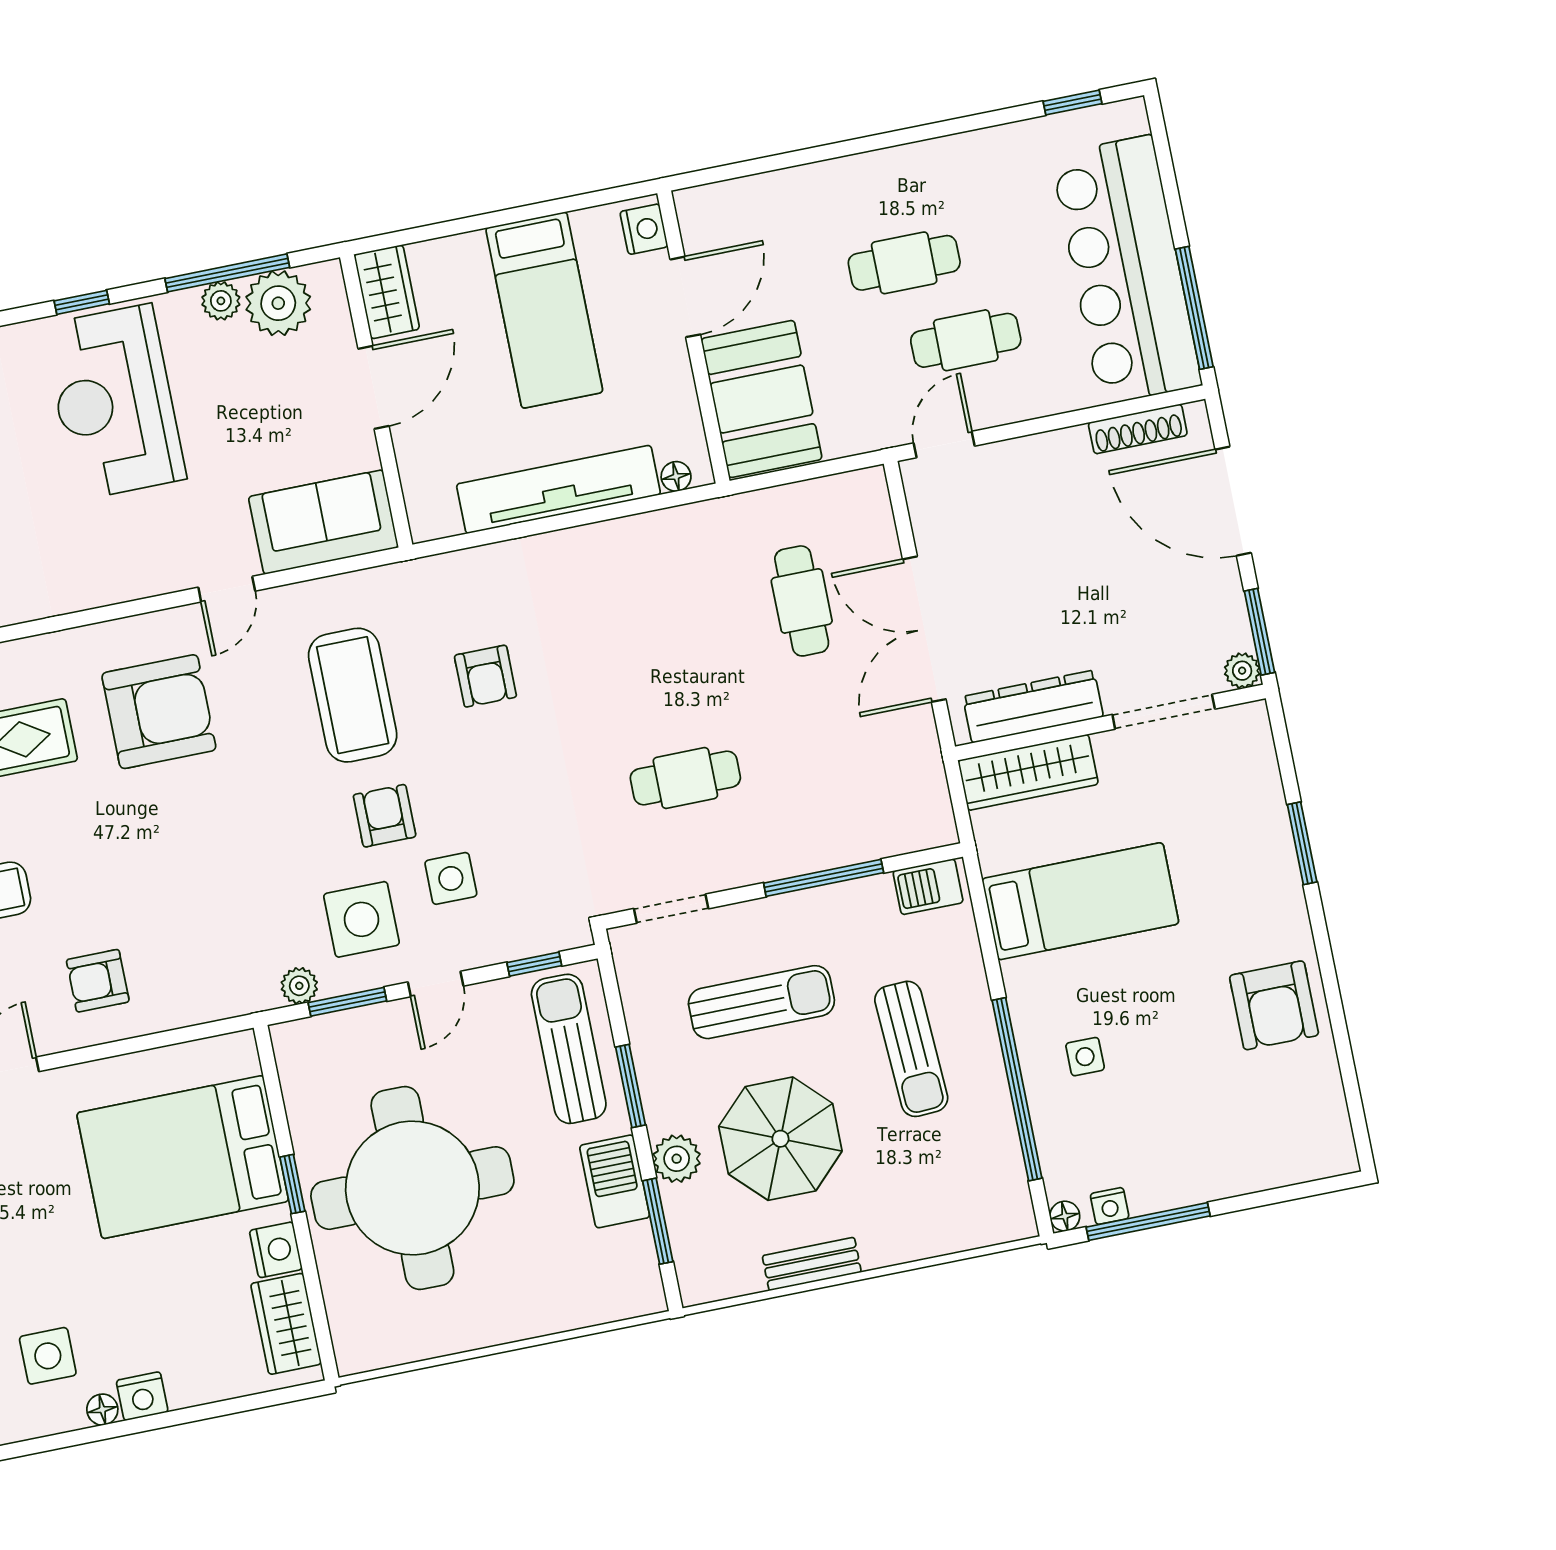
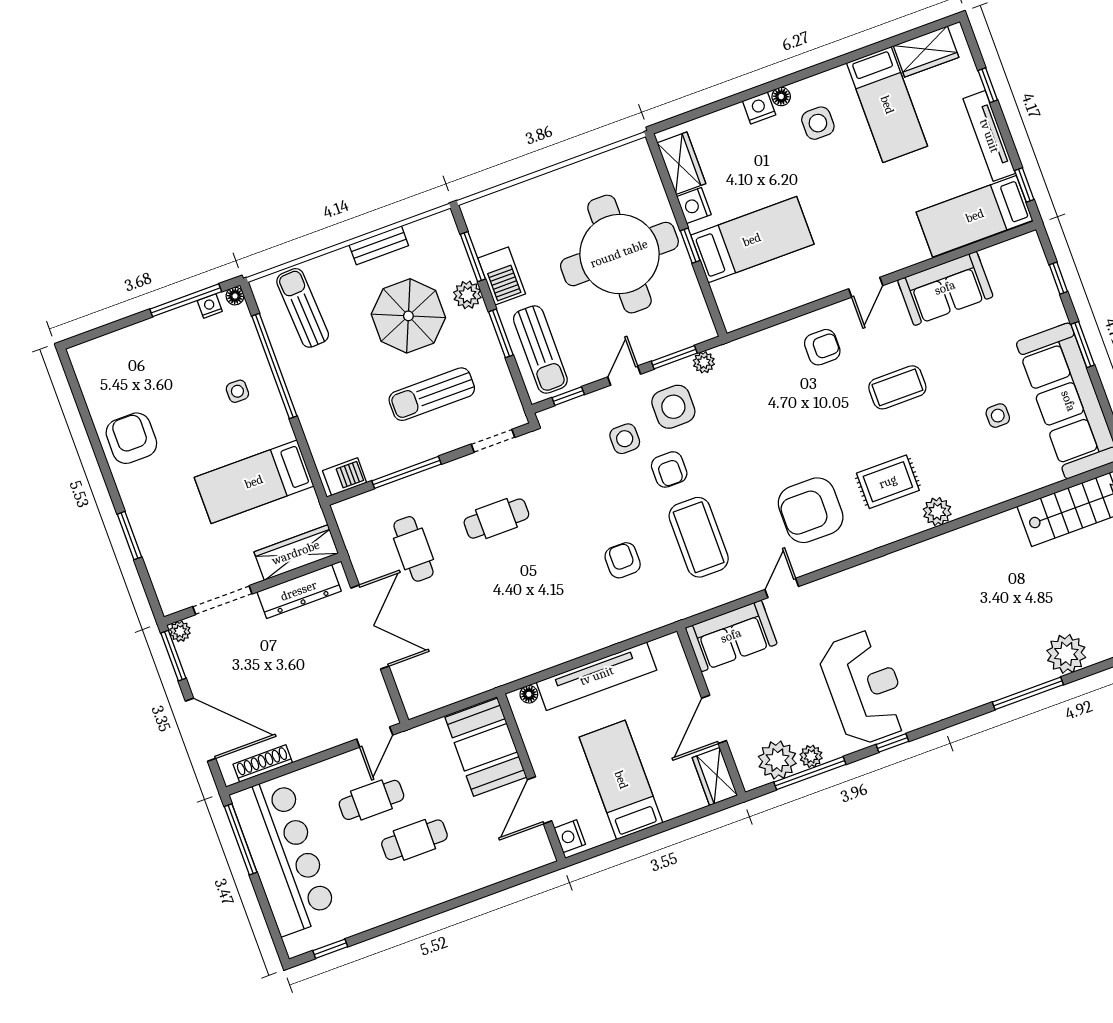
cafe table: (802, 601) -> (414, 549), moved
sun lounger: (911, 1049) -> (303, 308), moved
bed: (183, 1157) -> (752, 240), width x0.67

